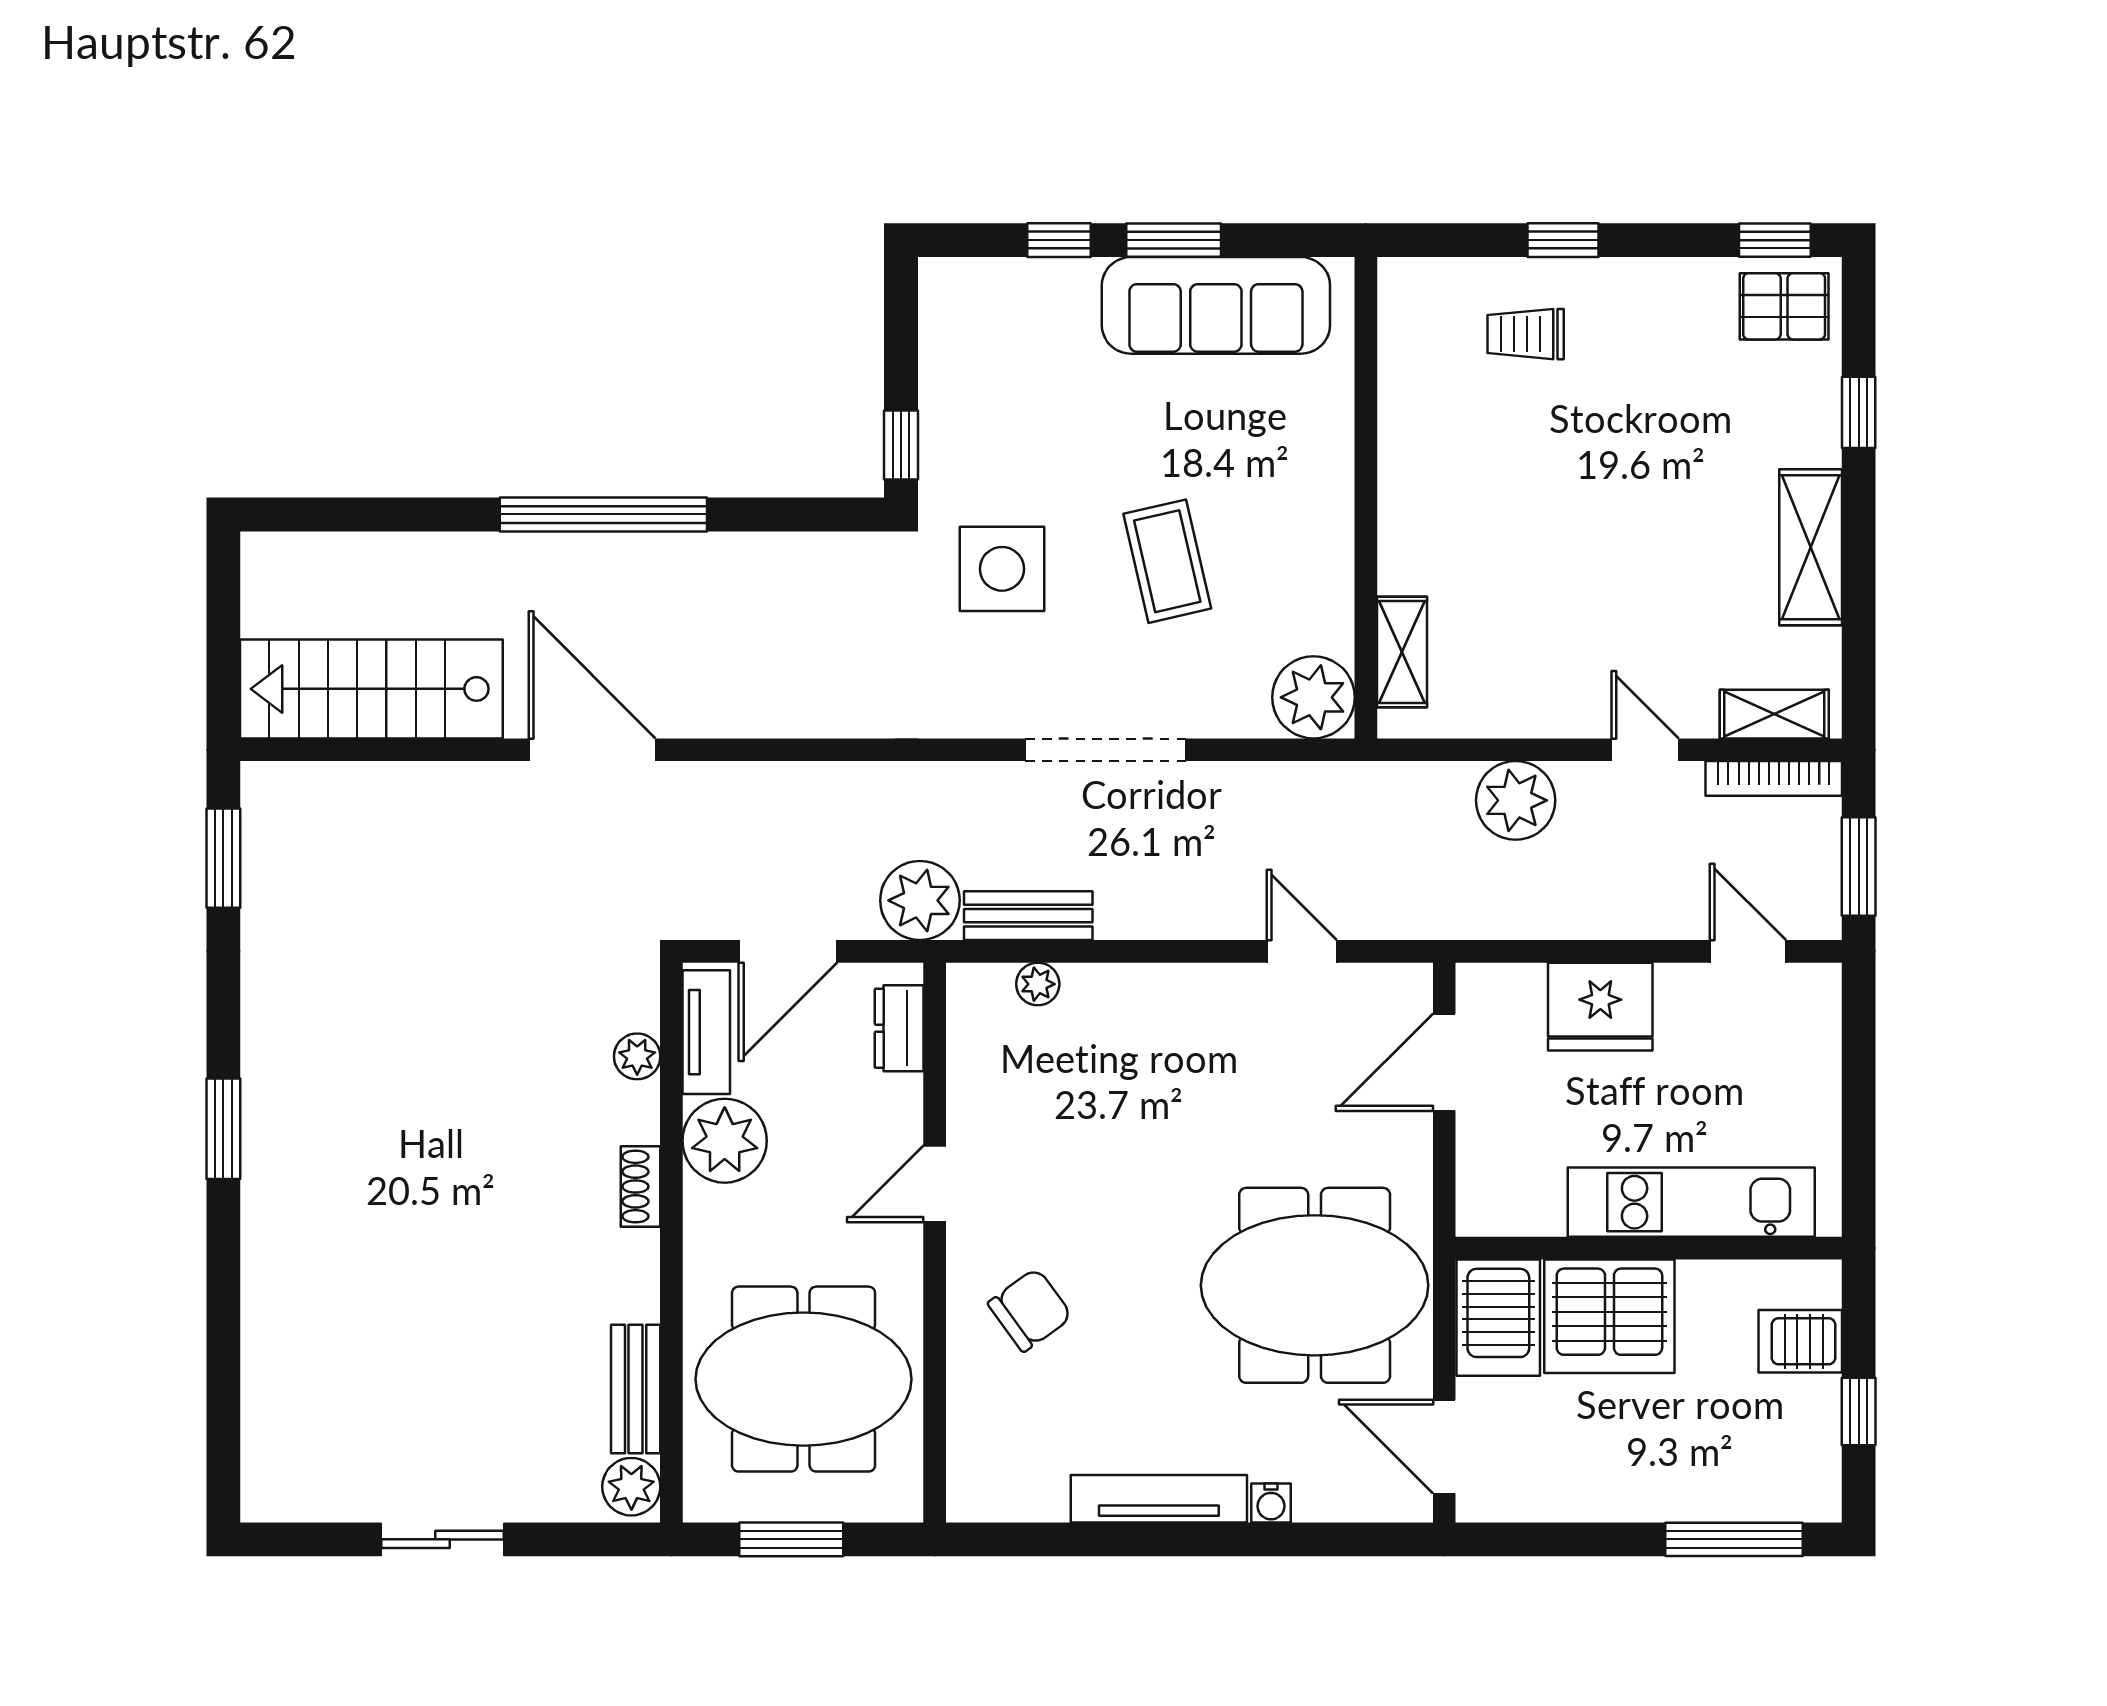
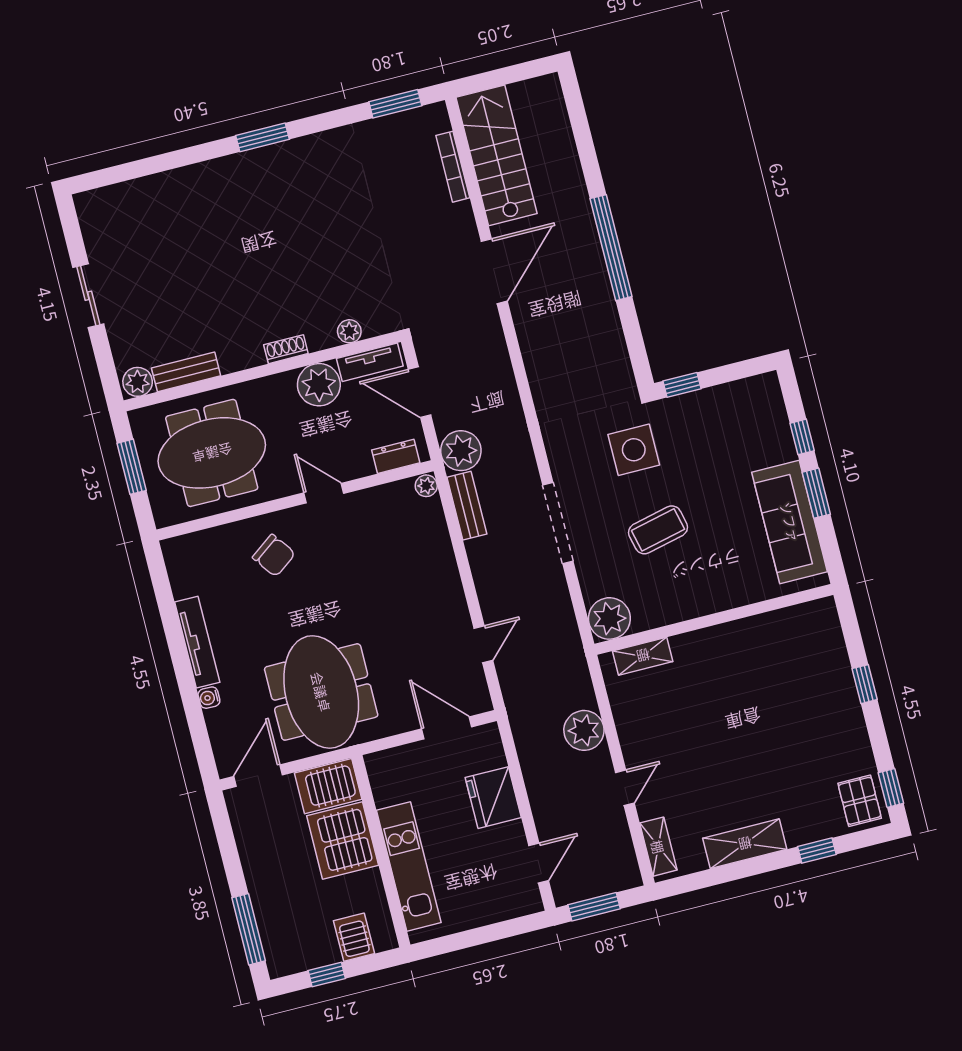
trolley: (1526, 334) -> (814, 677), removed
bookcase: (1774, 778) -> (453, 167), moved
plant: (1038, 984) -> (426, 486), moved
meeting table: (804, 1379) -> (212, 453), turned 90

